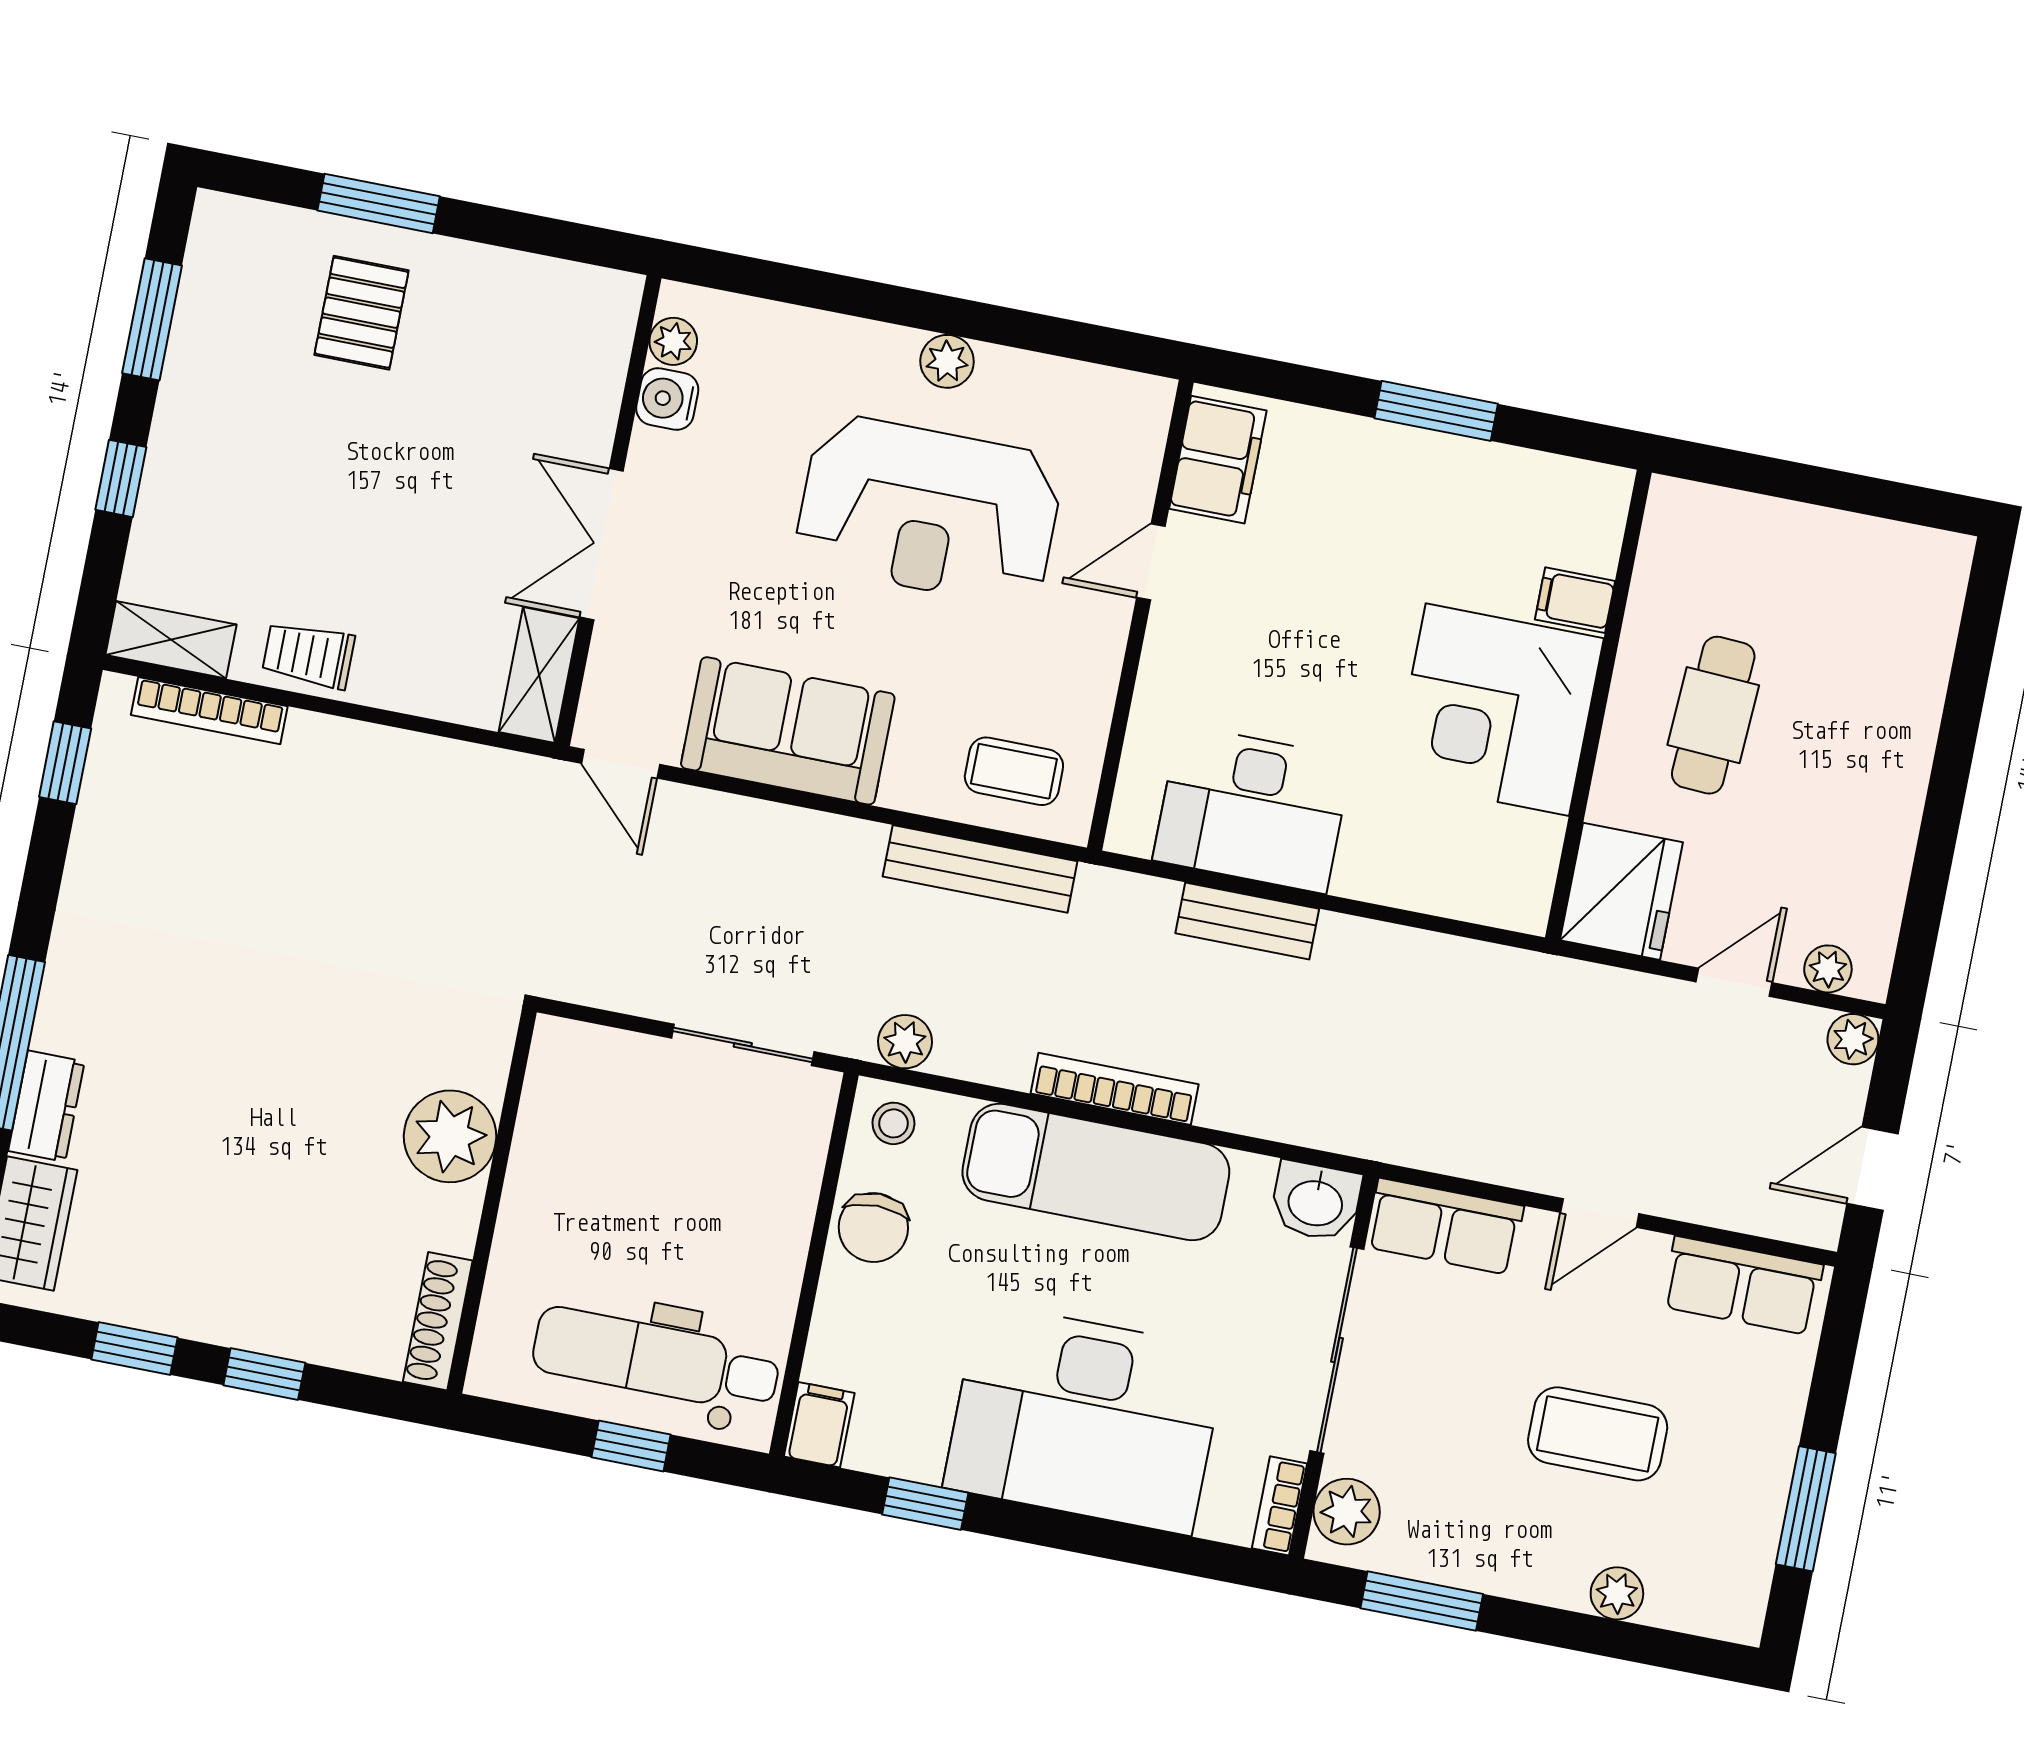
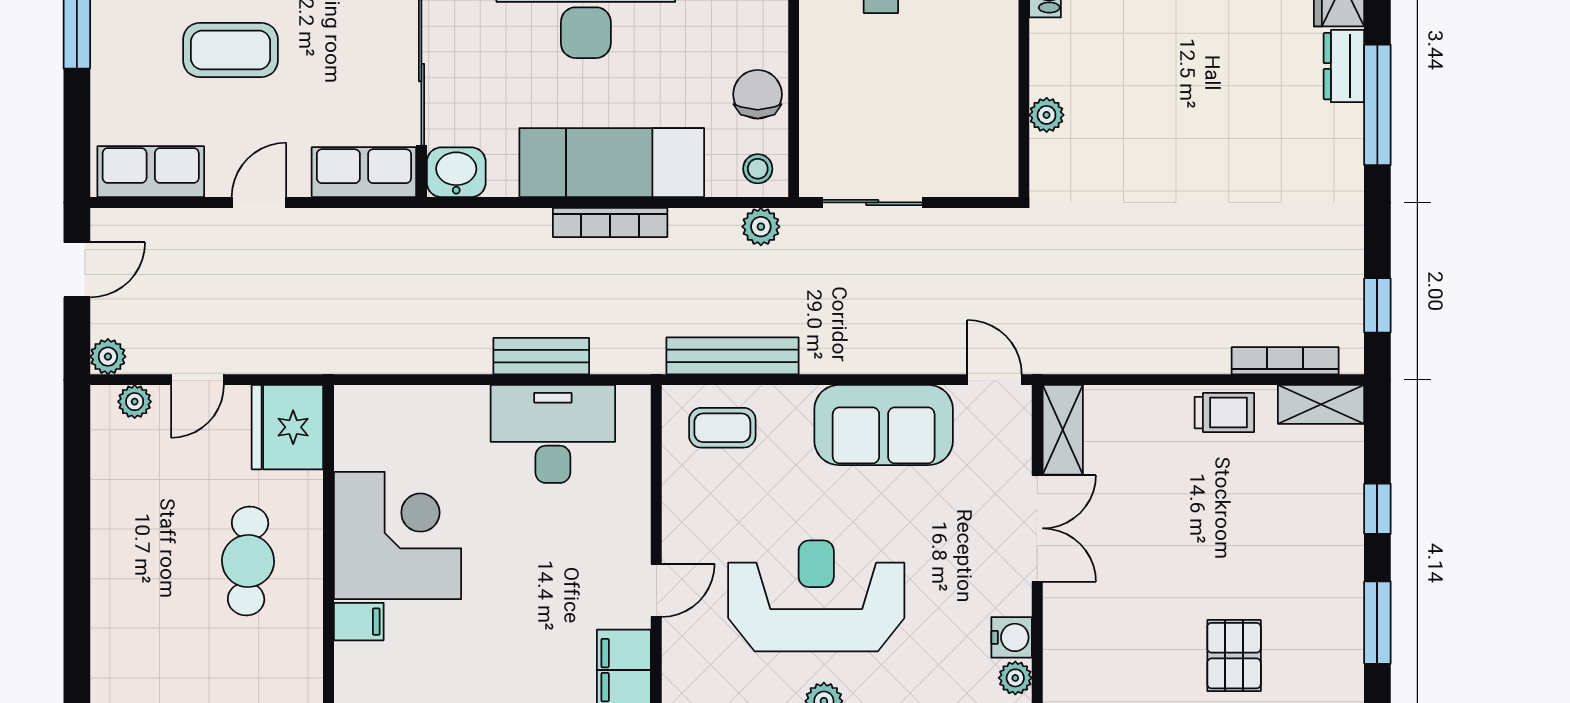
plant: (450, 1136) -> (1047, 115), width x0.53, depth x0.53

